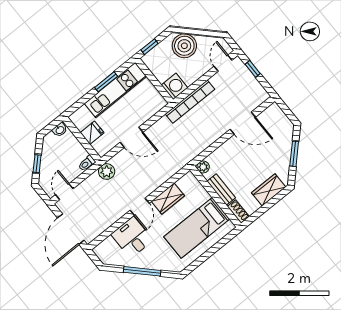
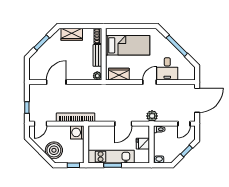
door: (243, 123) -> (56, 82), hinge flipped
door: (132, 137) -> (123, 124), swing flipped
wardrobe: (168, 199) -> (119, 74), moved

